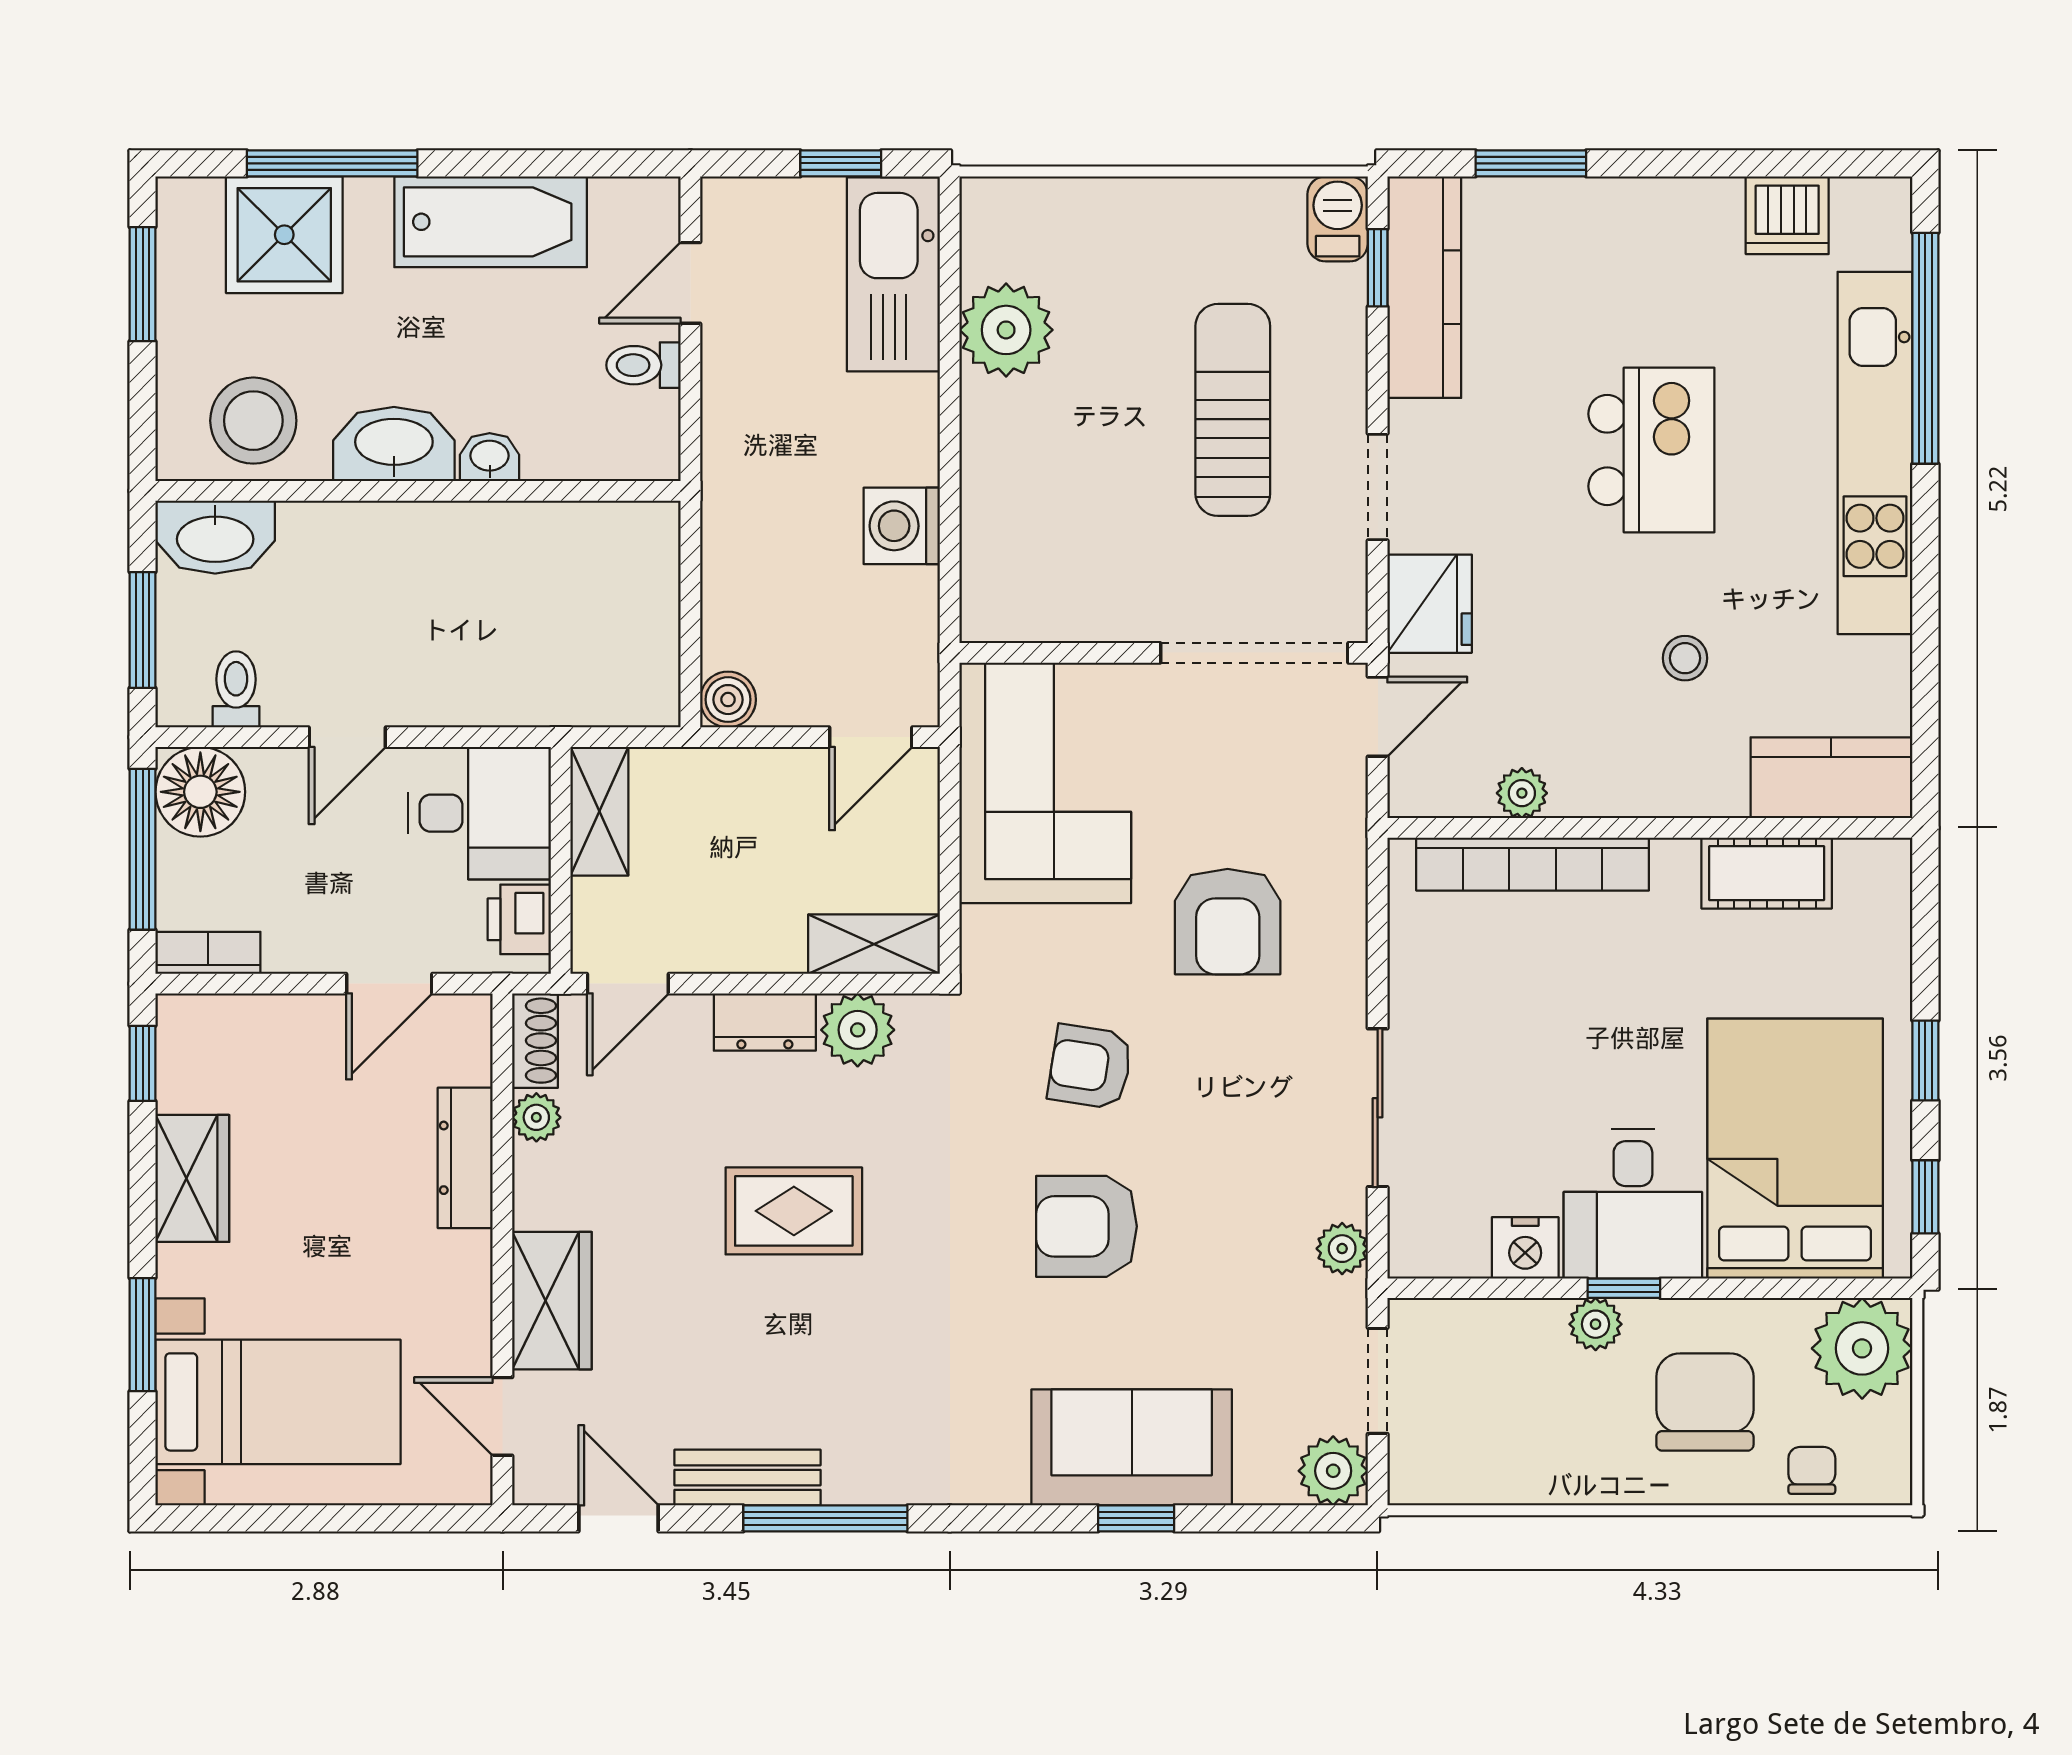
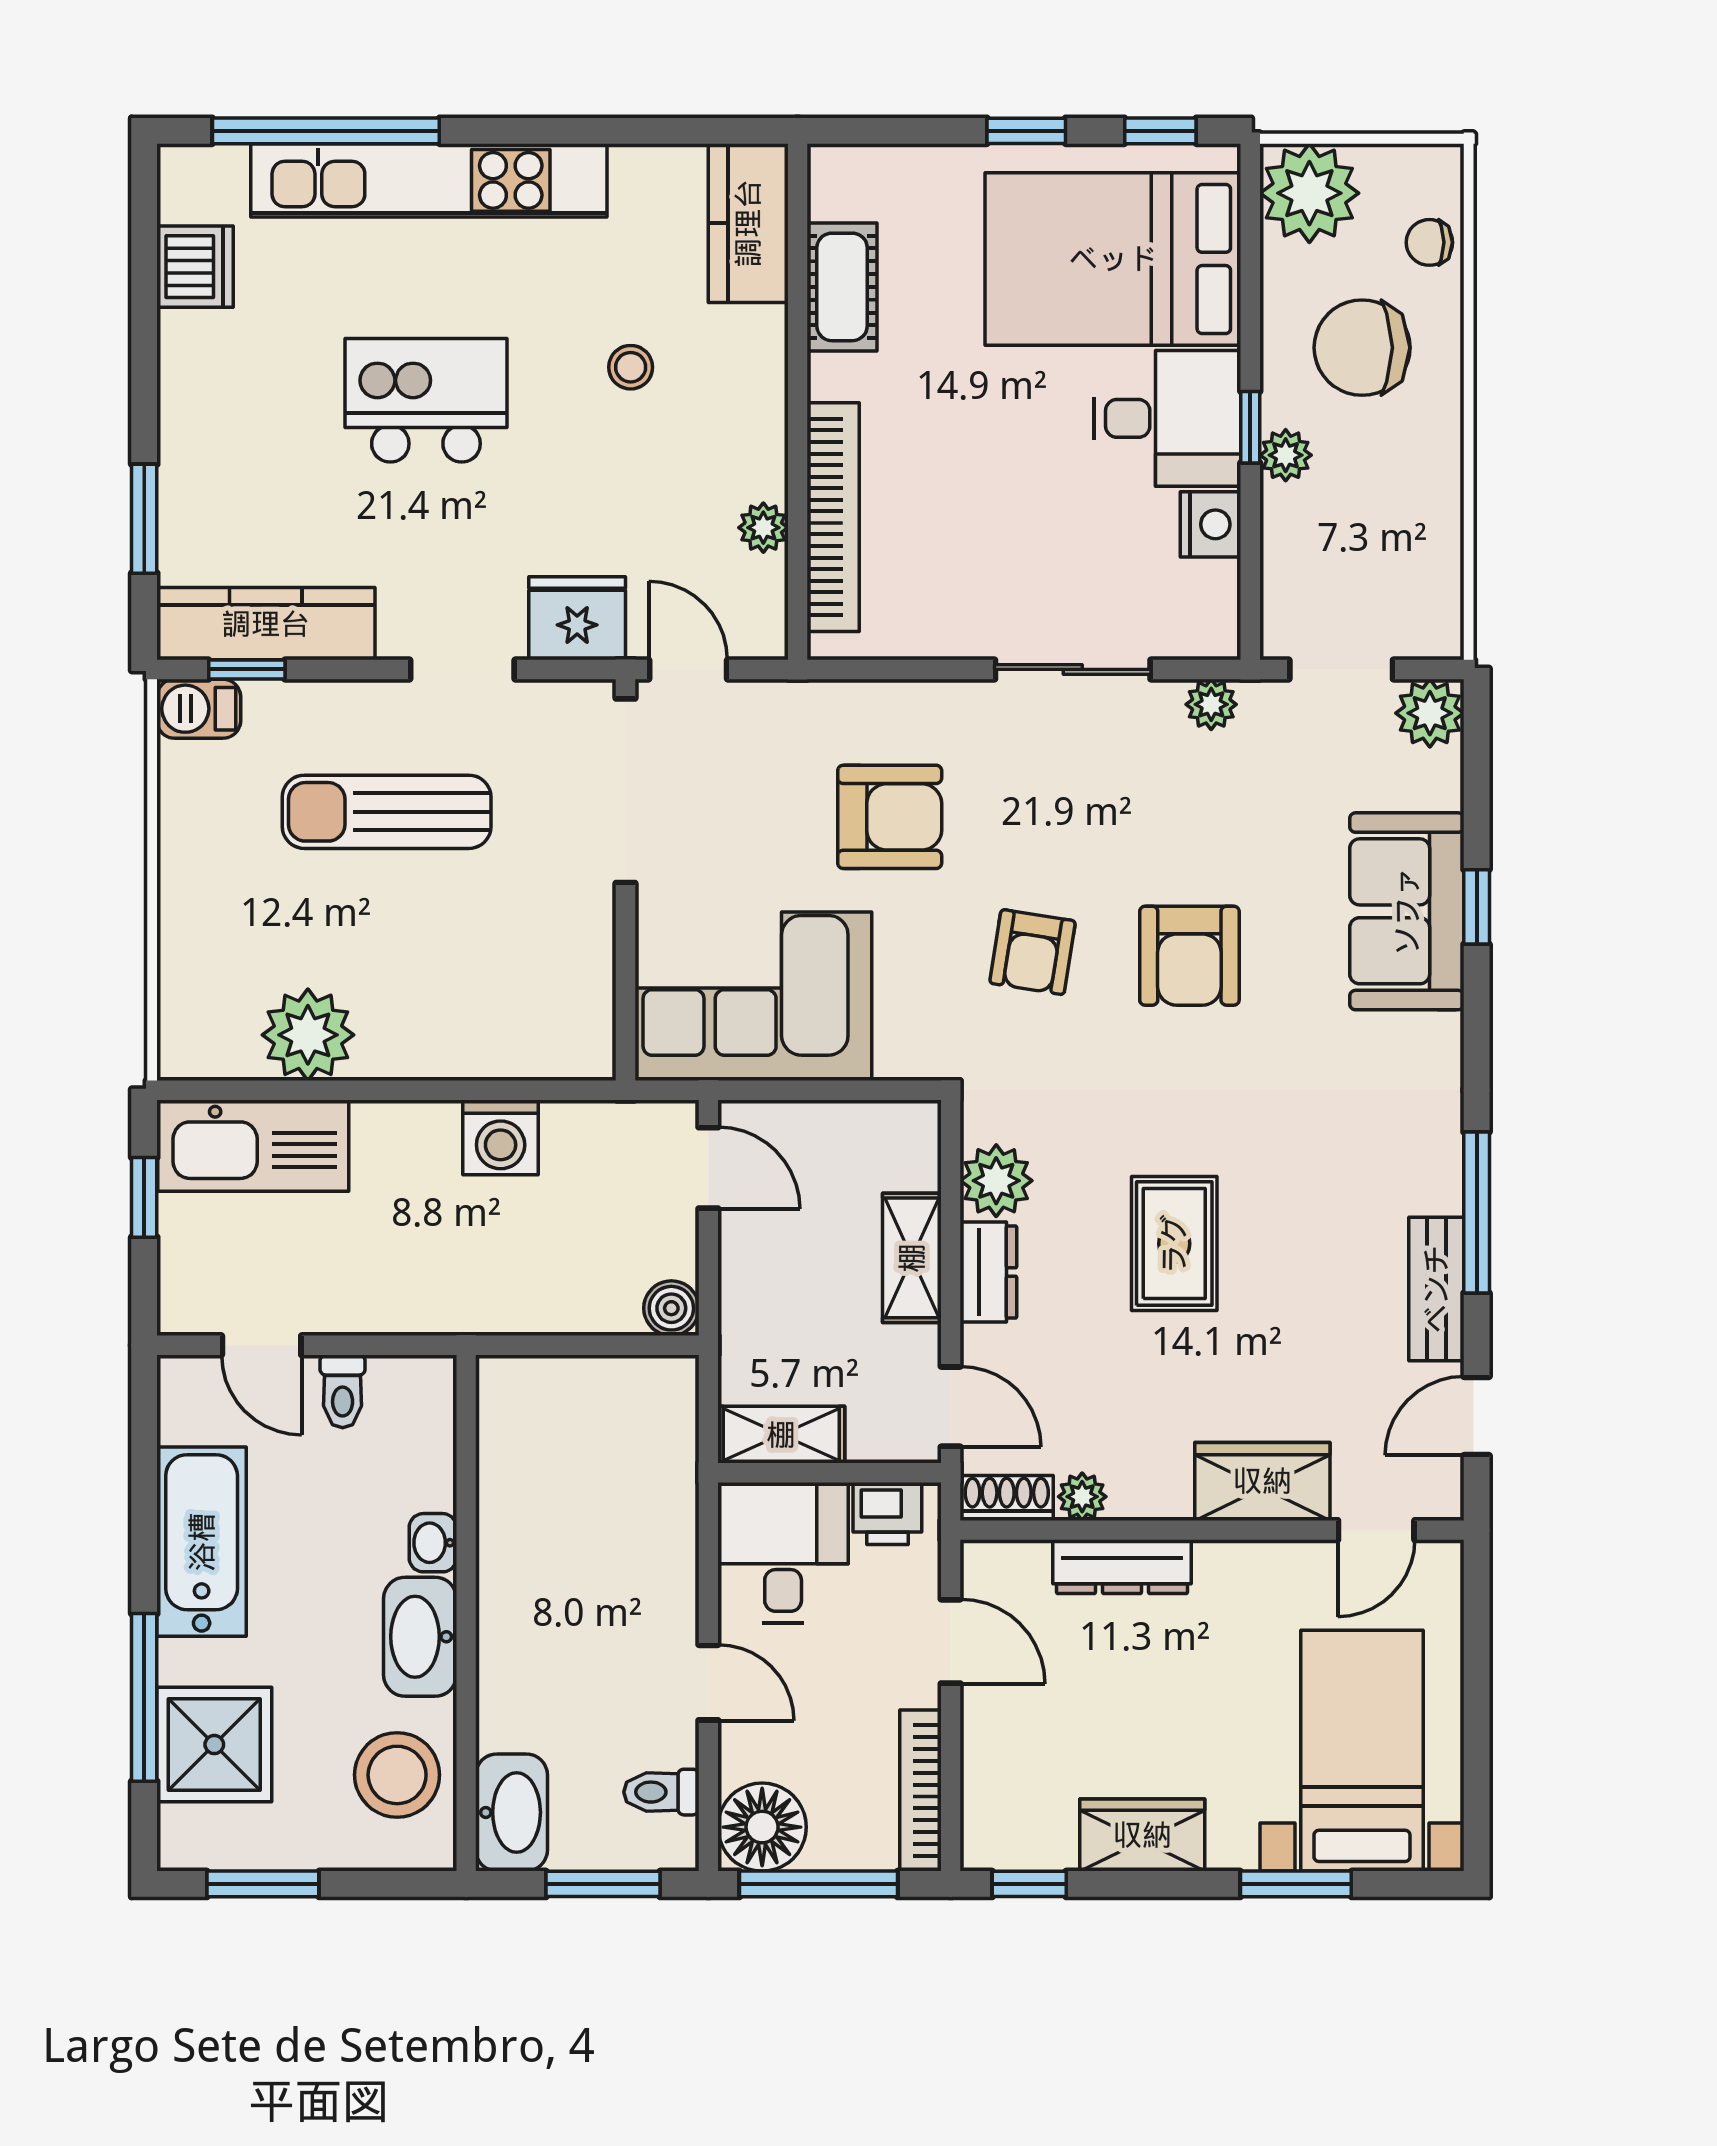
shelving: (874, 944) -> (912, 1258), moved
bookcase: (208, 953) -> (920, 1791), width x1.56

